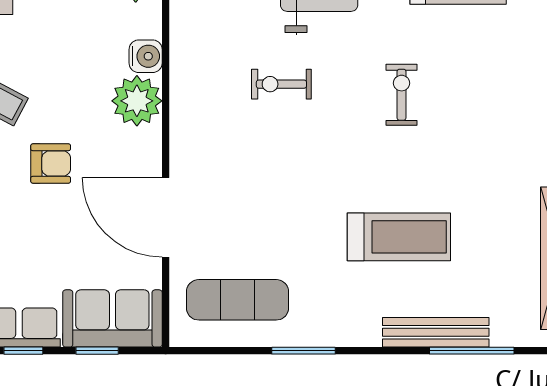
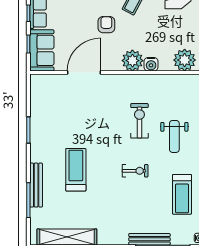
exercise bike: (281, 84) -> (139, 121), width x1.38, depth x1.39
armchair: (51, 164) -> (106, 25), turned 180
treadmill: (399, 237) -> (76, 170), turned 180
exercise mat: (238, 300) -> (50, 102), removed

